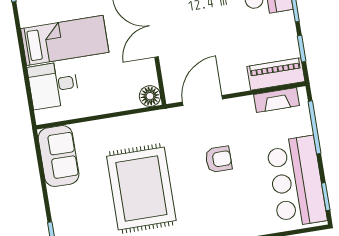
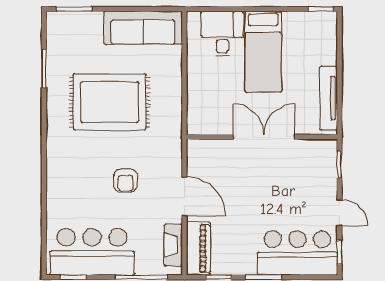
floor lamp: (150, 96) -> (197, 125), removed
door: (203, 100) -> (184, 196), moved
sofa: (59, 156) -> (143, 28), width x1.36

